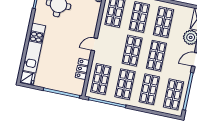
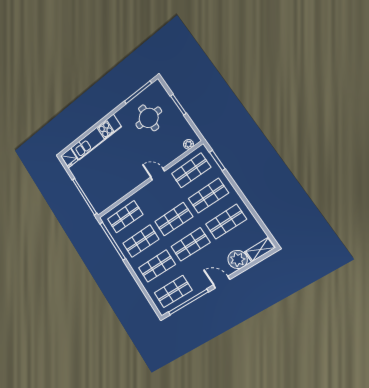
door: (94, 44) -> (158, 174), moved
locker: (82, 69) -> (118, 193), removed

